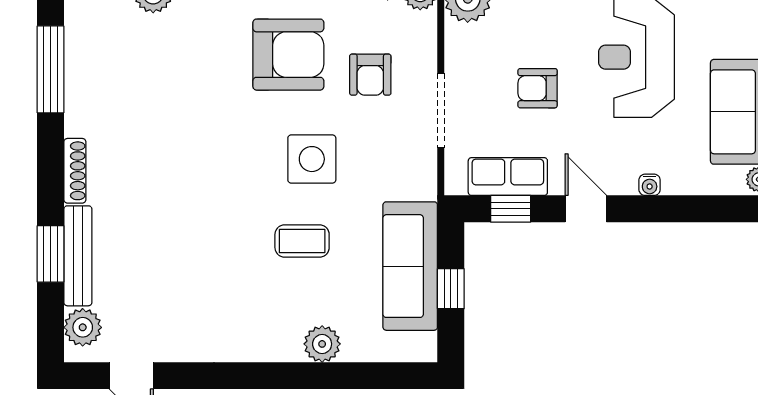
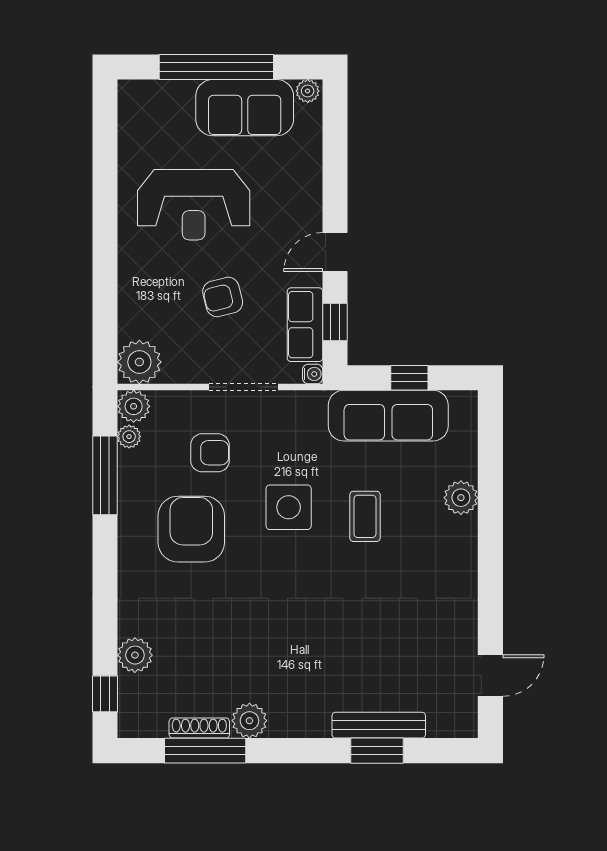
armchair: (538, 88) -> (223, 297), turned 76
shoe rack: (75, 171) -> (199, 728), moved
water cooler: (650, 185) -> (313, 374), moved
plant: (83, 327) -> (249, 721), moved

